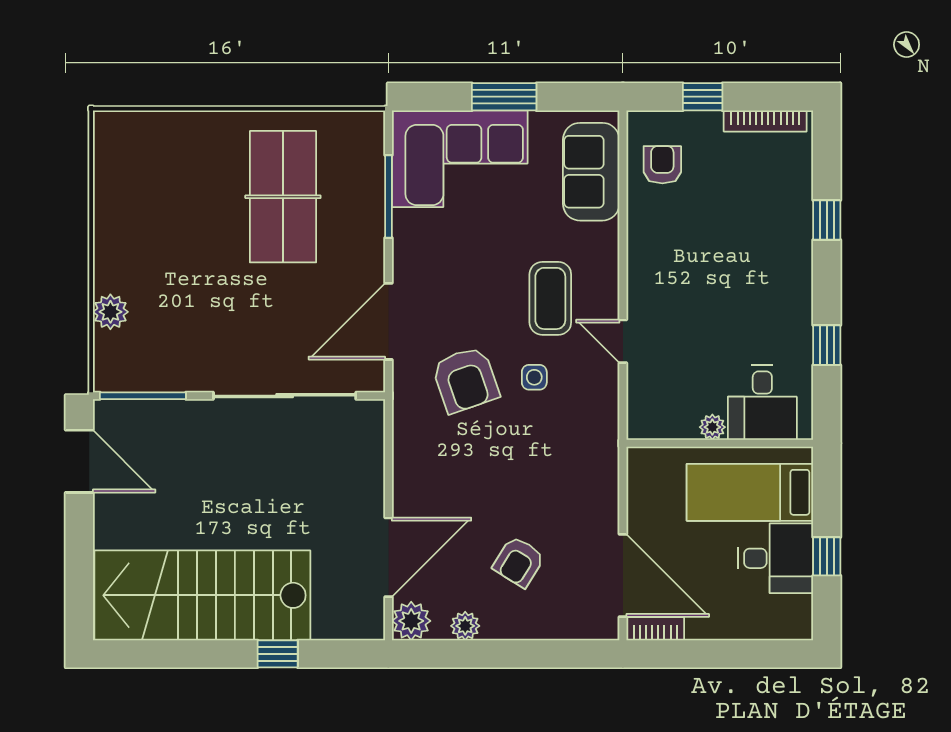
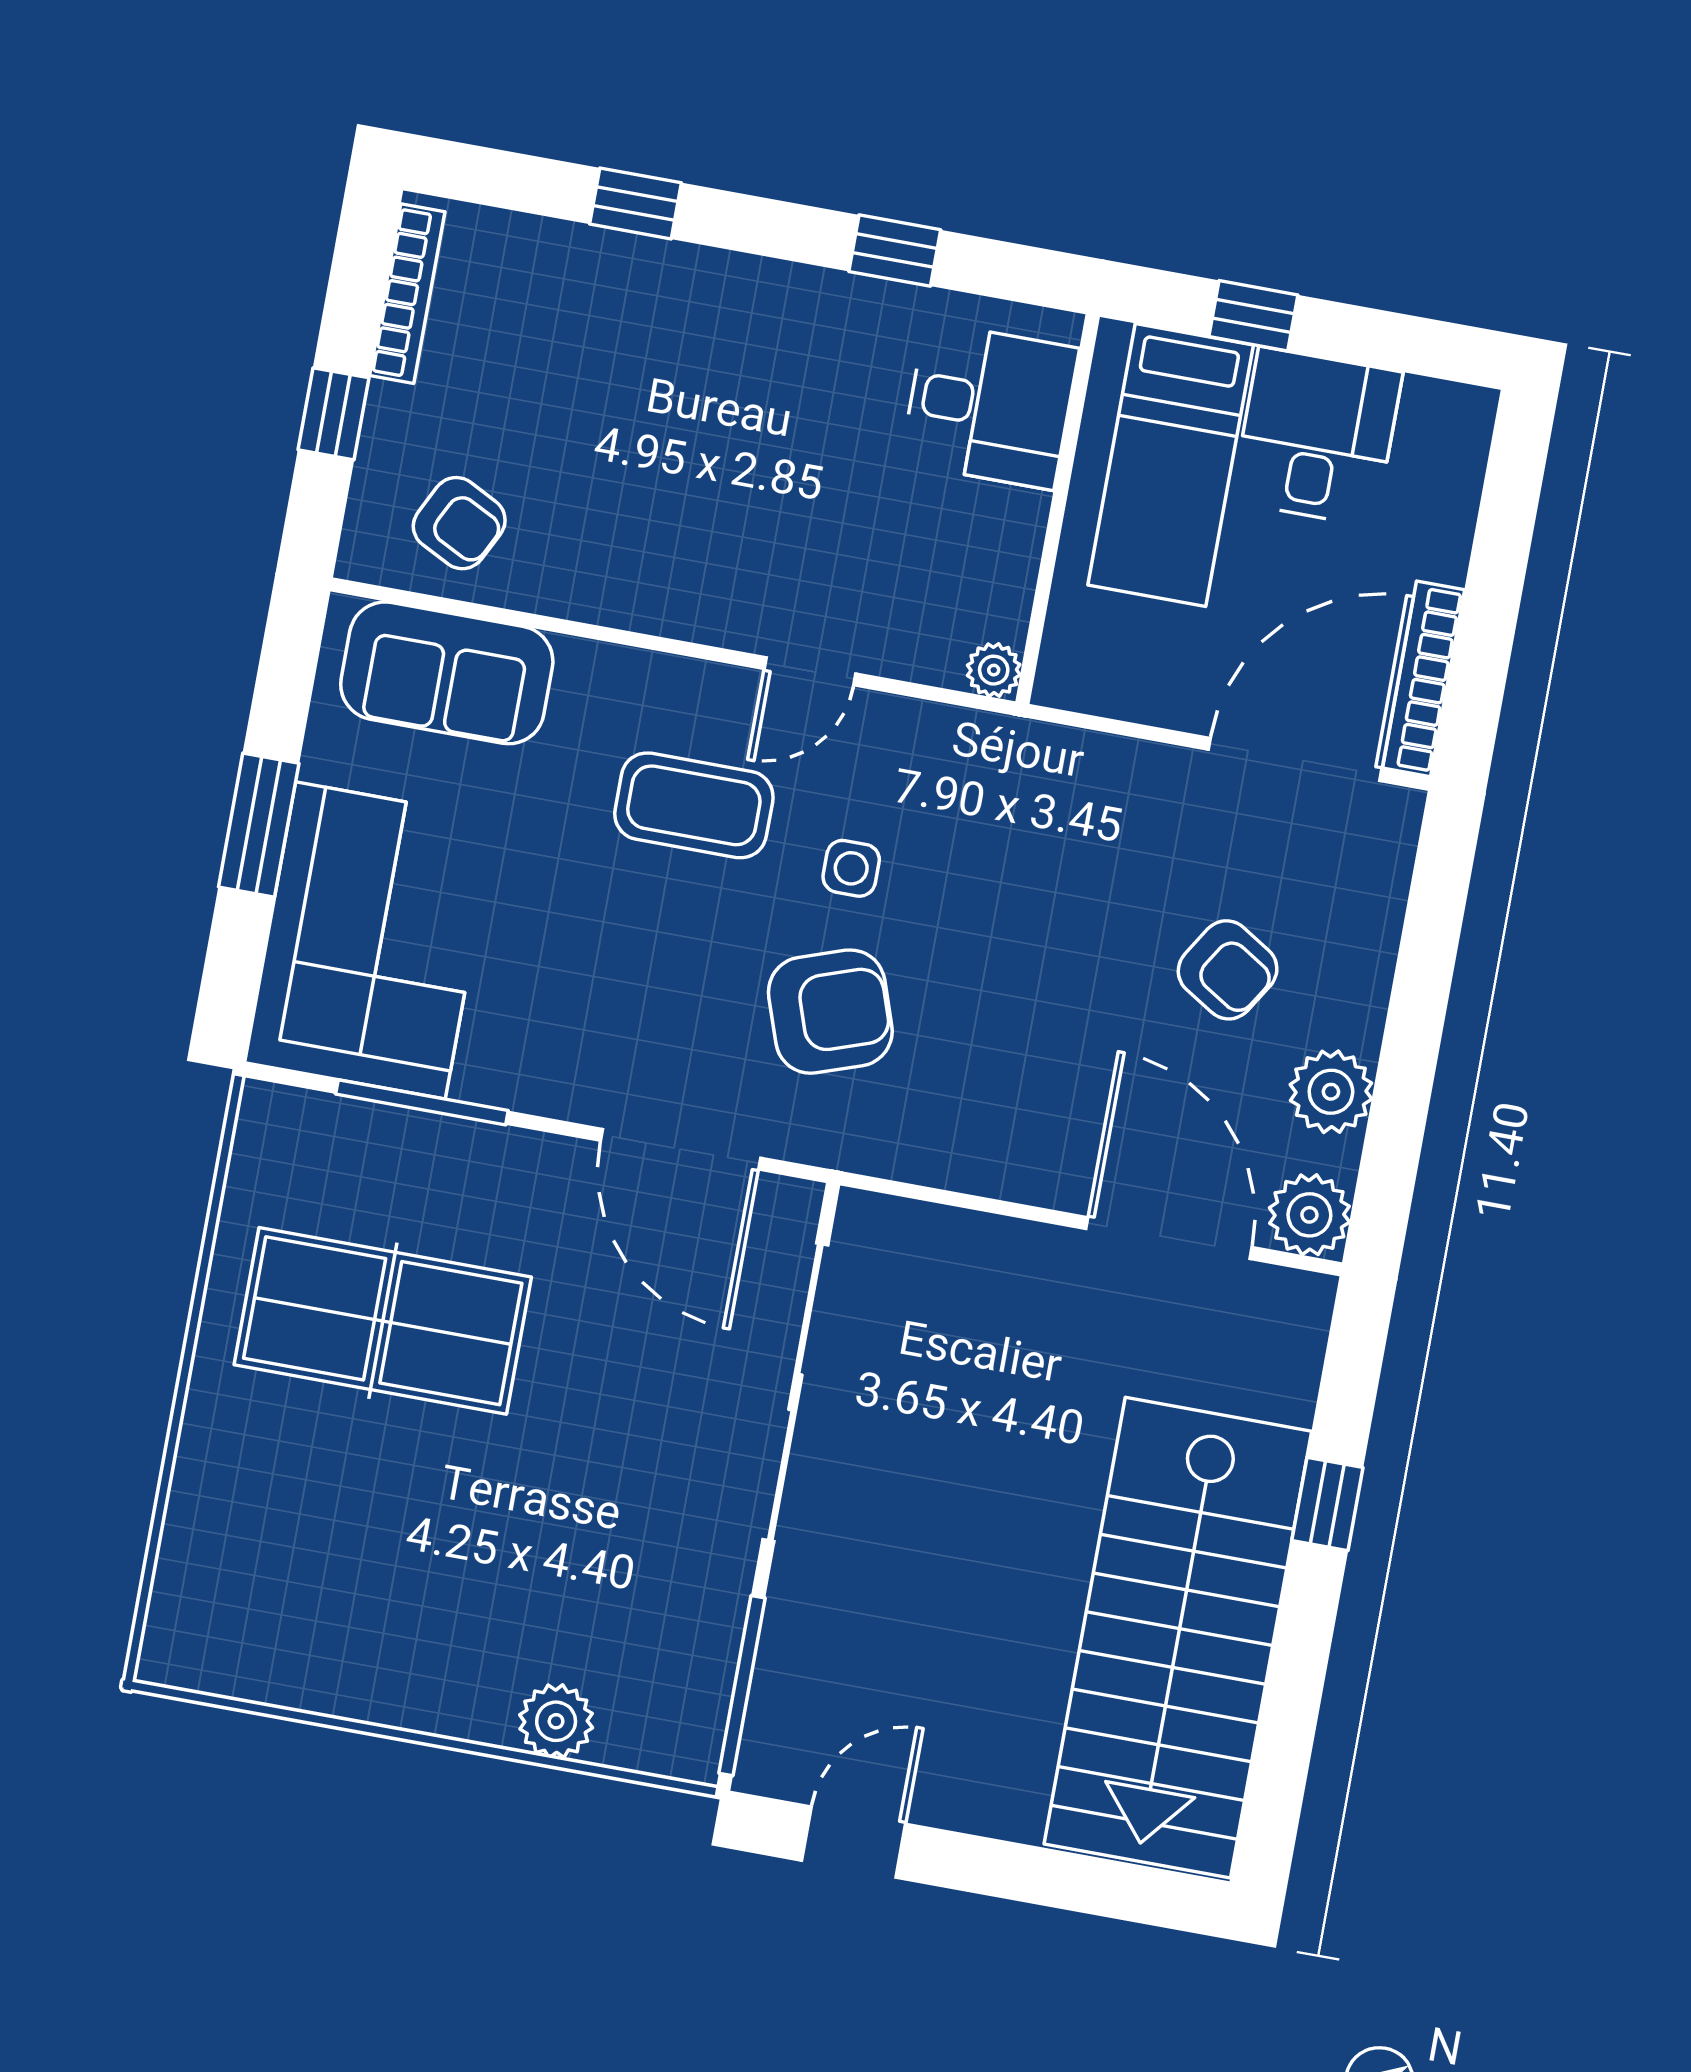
armchair: (662, 165) -> (459, 523), turned -153
plant: (712, 427) -> (994, 670), moved
door: (79, 461) -> (854, 1842), width x0.73
window: (827, 556) -> (1253, 316), moved
plant: (465, 626) -> (1331, 1092), width x1.38, depth x1.38
bookcase: (655, 629) -> (1424, 679), width x1.56

